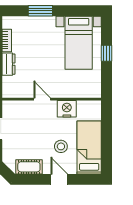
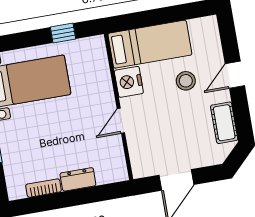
window: (106, 53) -> (63, 33), moved
bed: (89, 147) -> (150, 44), moved, turned 180

